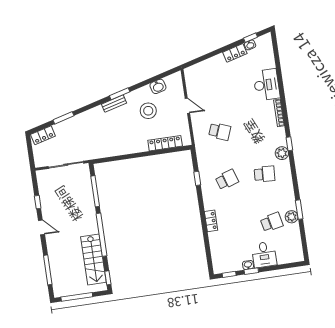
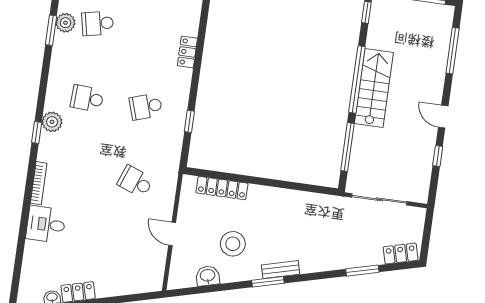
desk: (266, 85) -> (46, 224), width x0.73
stairs: (93, 259) -> (374, 88), moved

